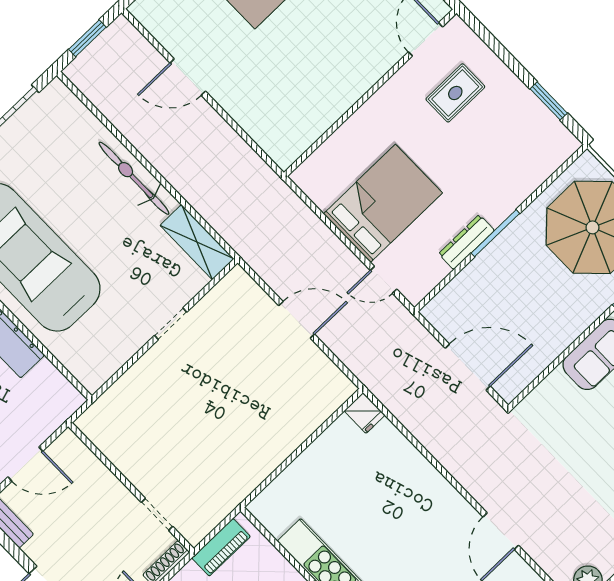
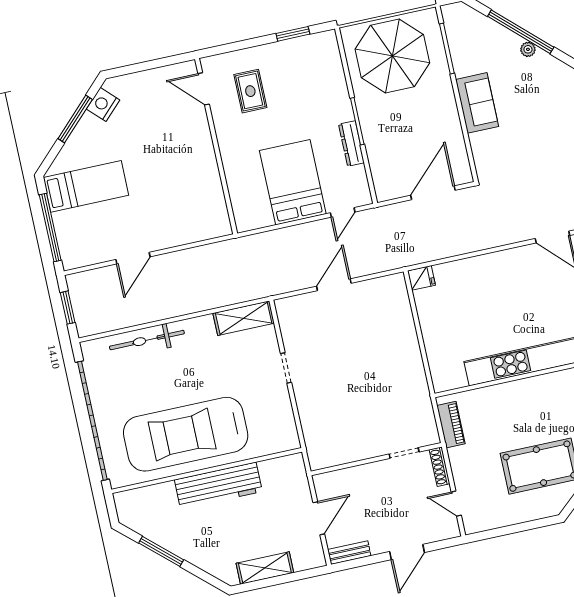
bicycle: (134, 178) -> (147, 340), moved

